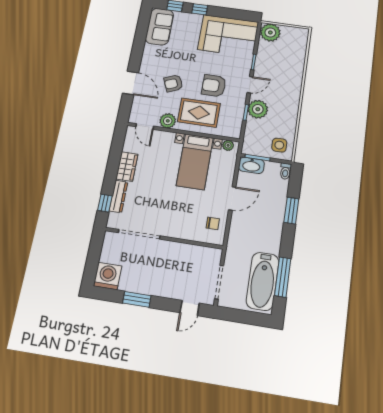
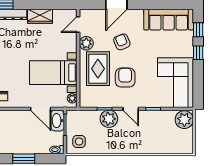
sofa: (159, 27) -> (169, 20), width x1.36
door: (232, 198) -> (41, 109), moved

